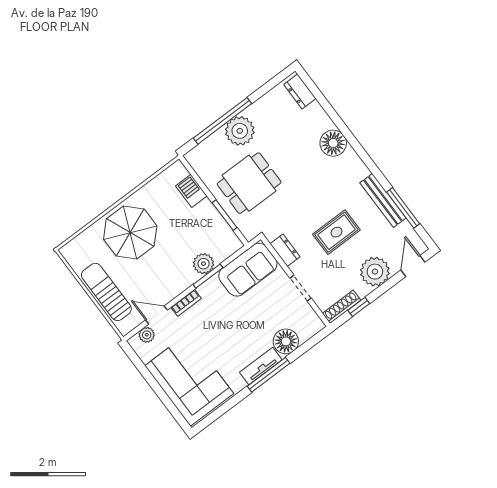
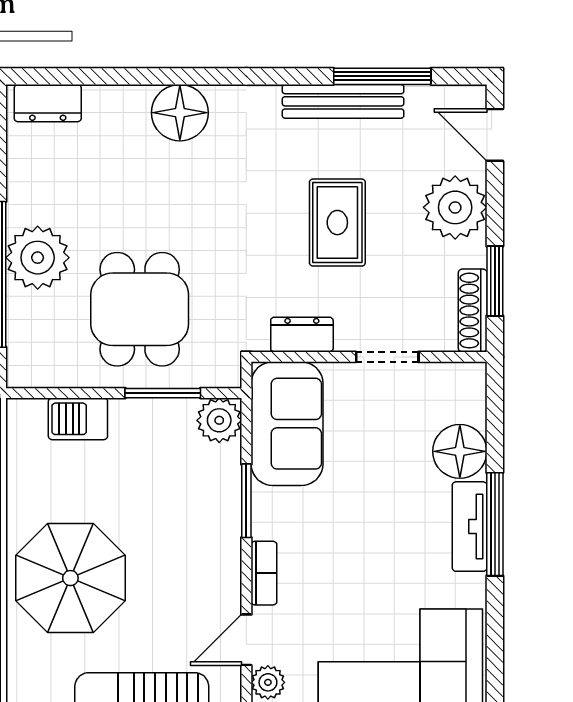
plant: (204, 264) -> (219, 420), moved
window: (359, 307) -> (495, 281), width x1.50

